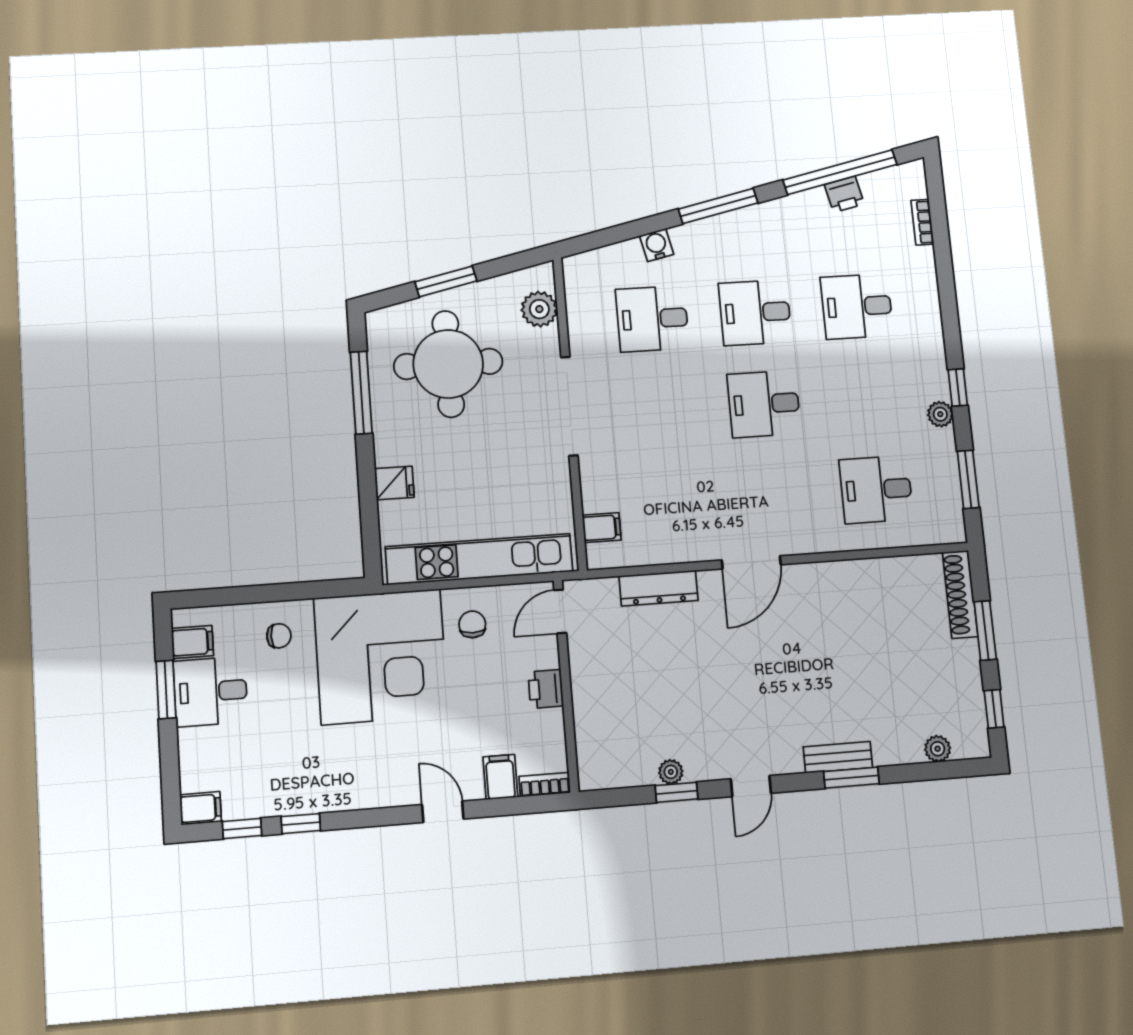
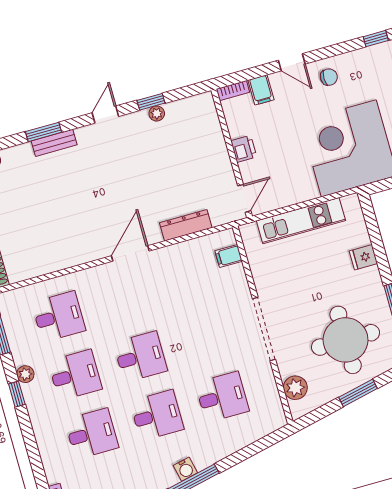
water cooler: (657, 245) -> (185, 469), moved
desk: (866, 397) -> (75, 375), added
kitchen unit: (479, 559) -> (301, 221), width x0.73
chair: (472, 624) -> (329, 77), moved, turned -90

